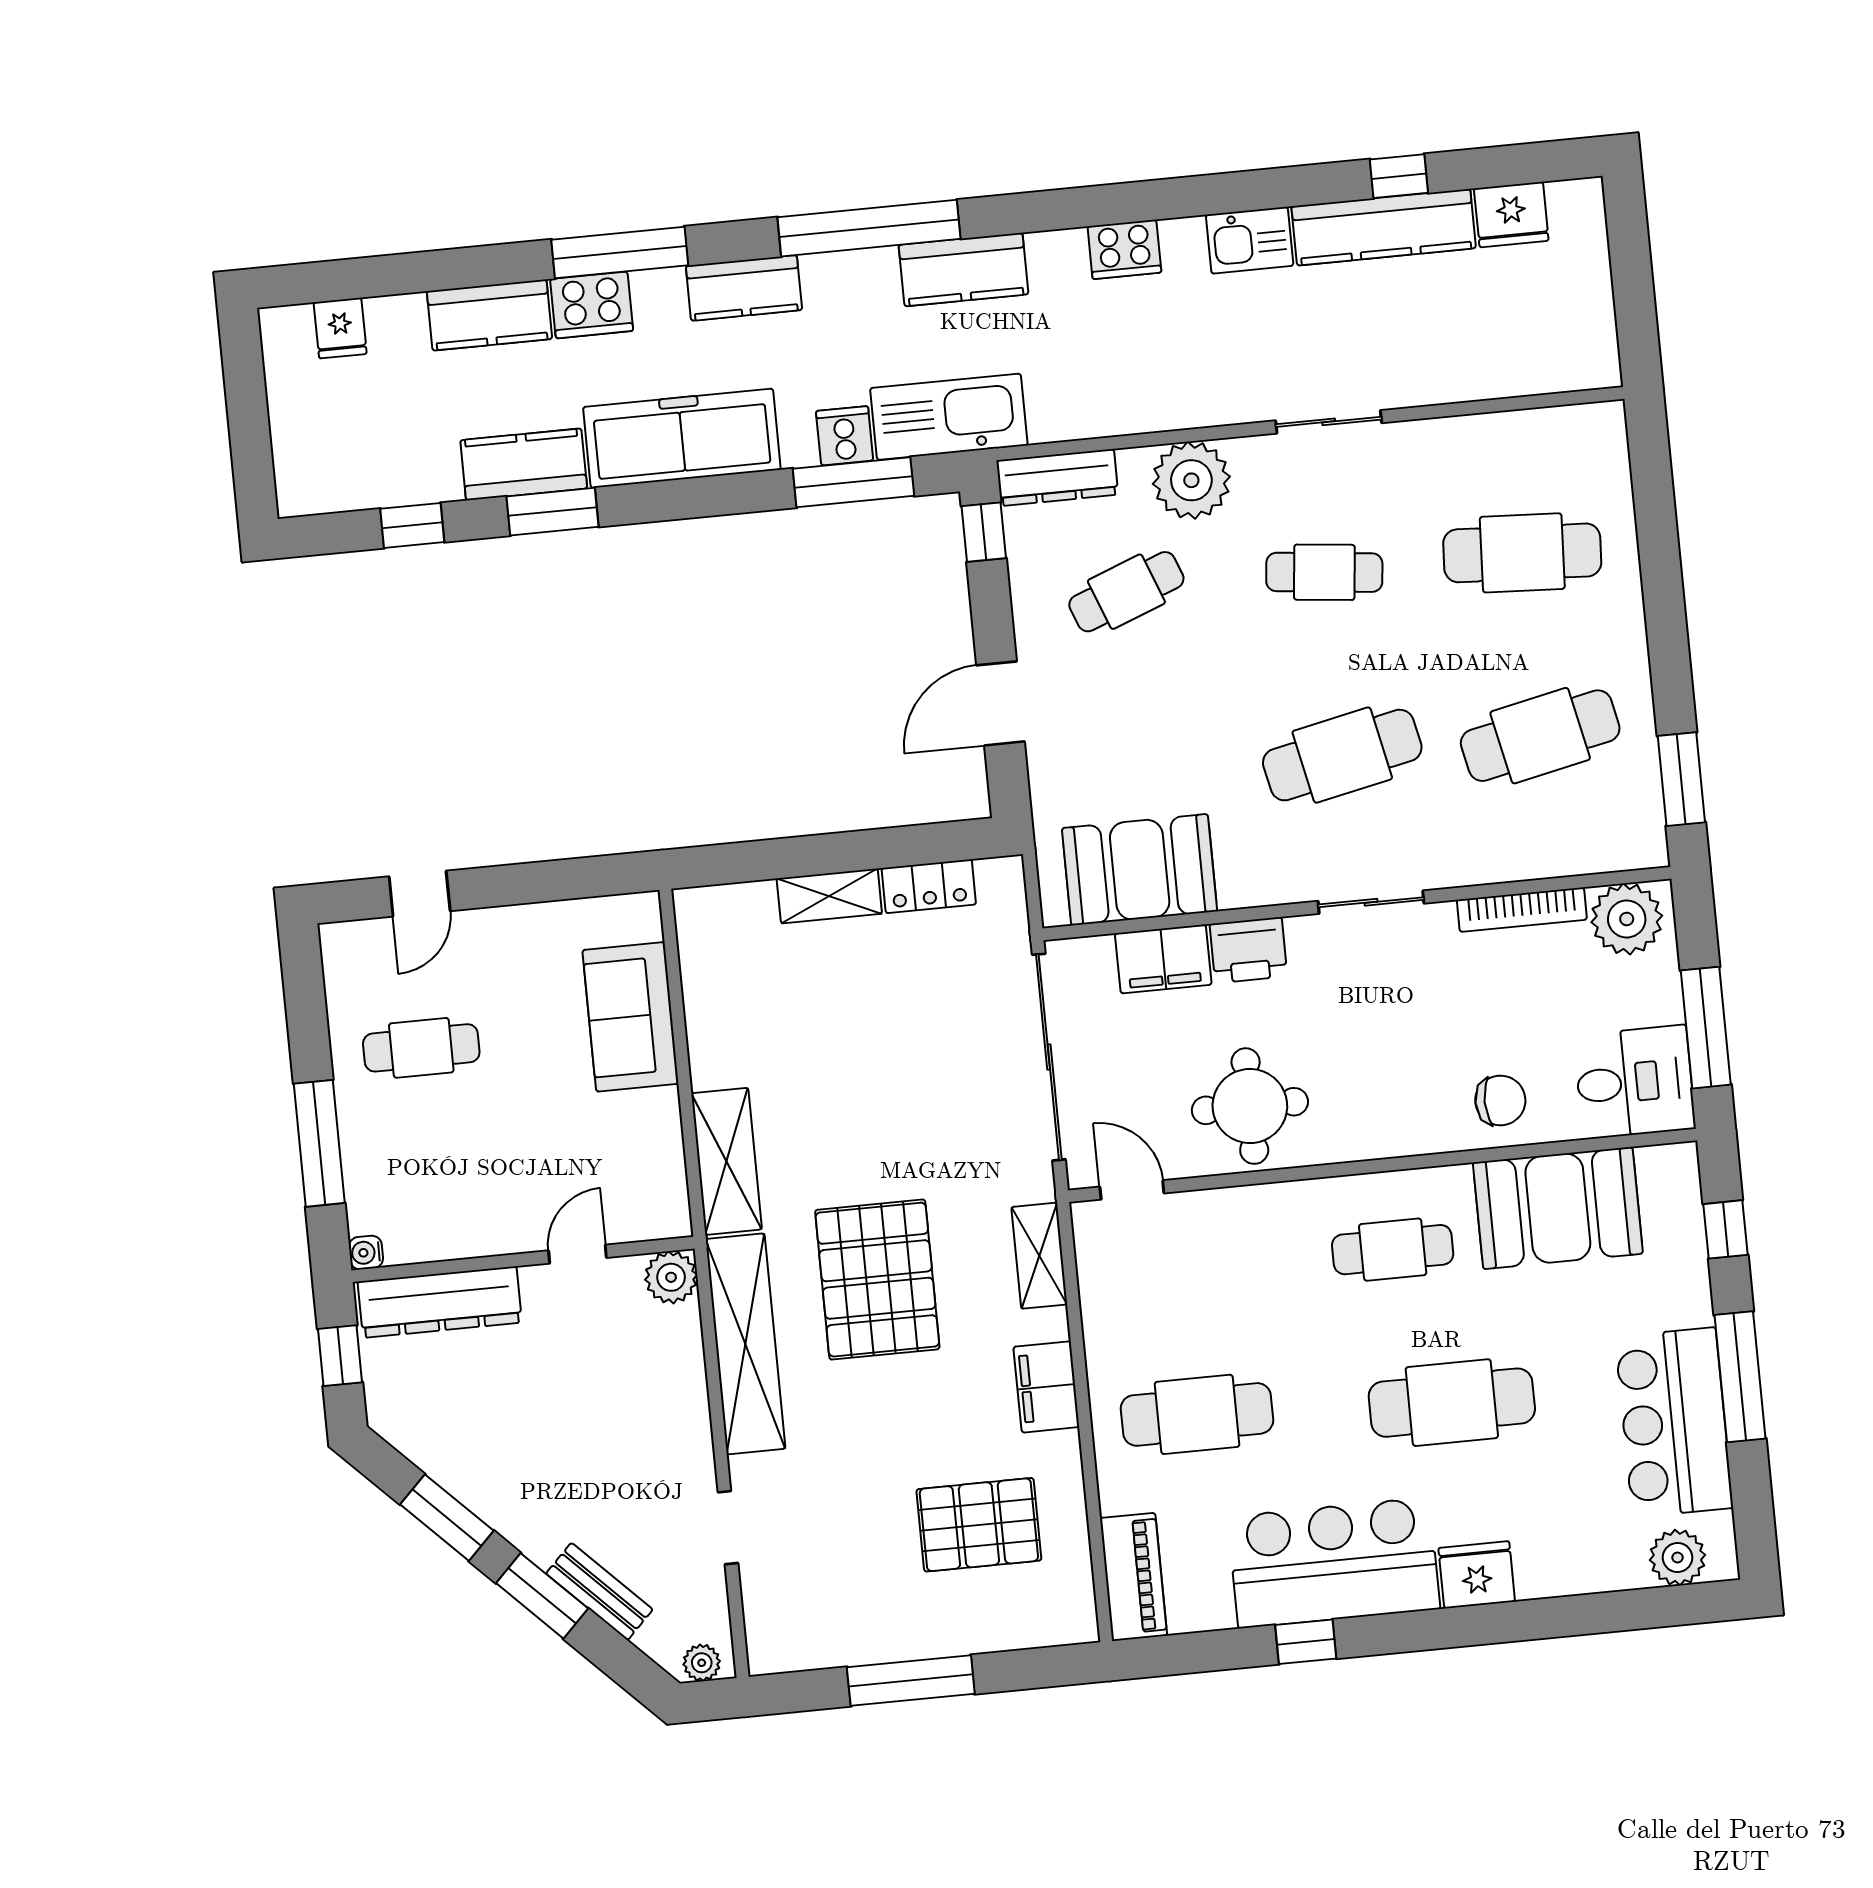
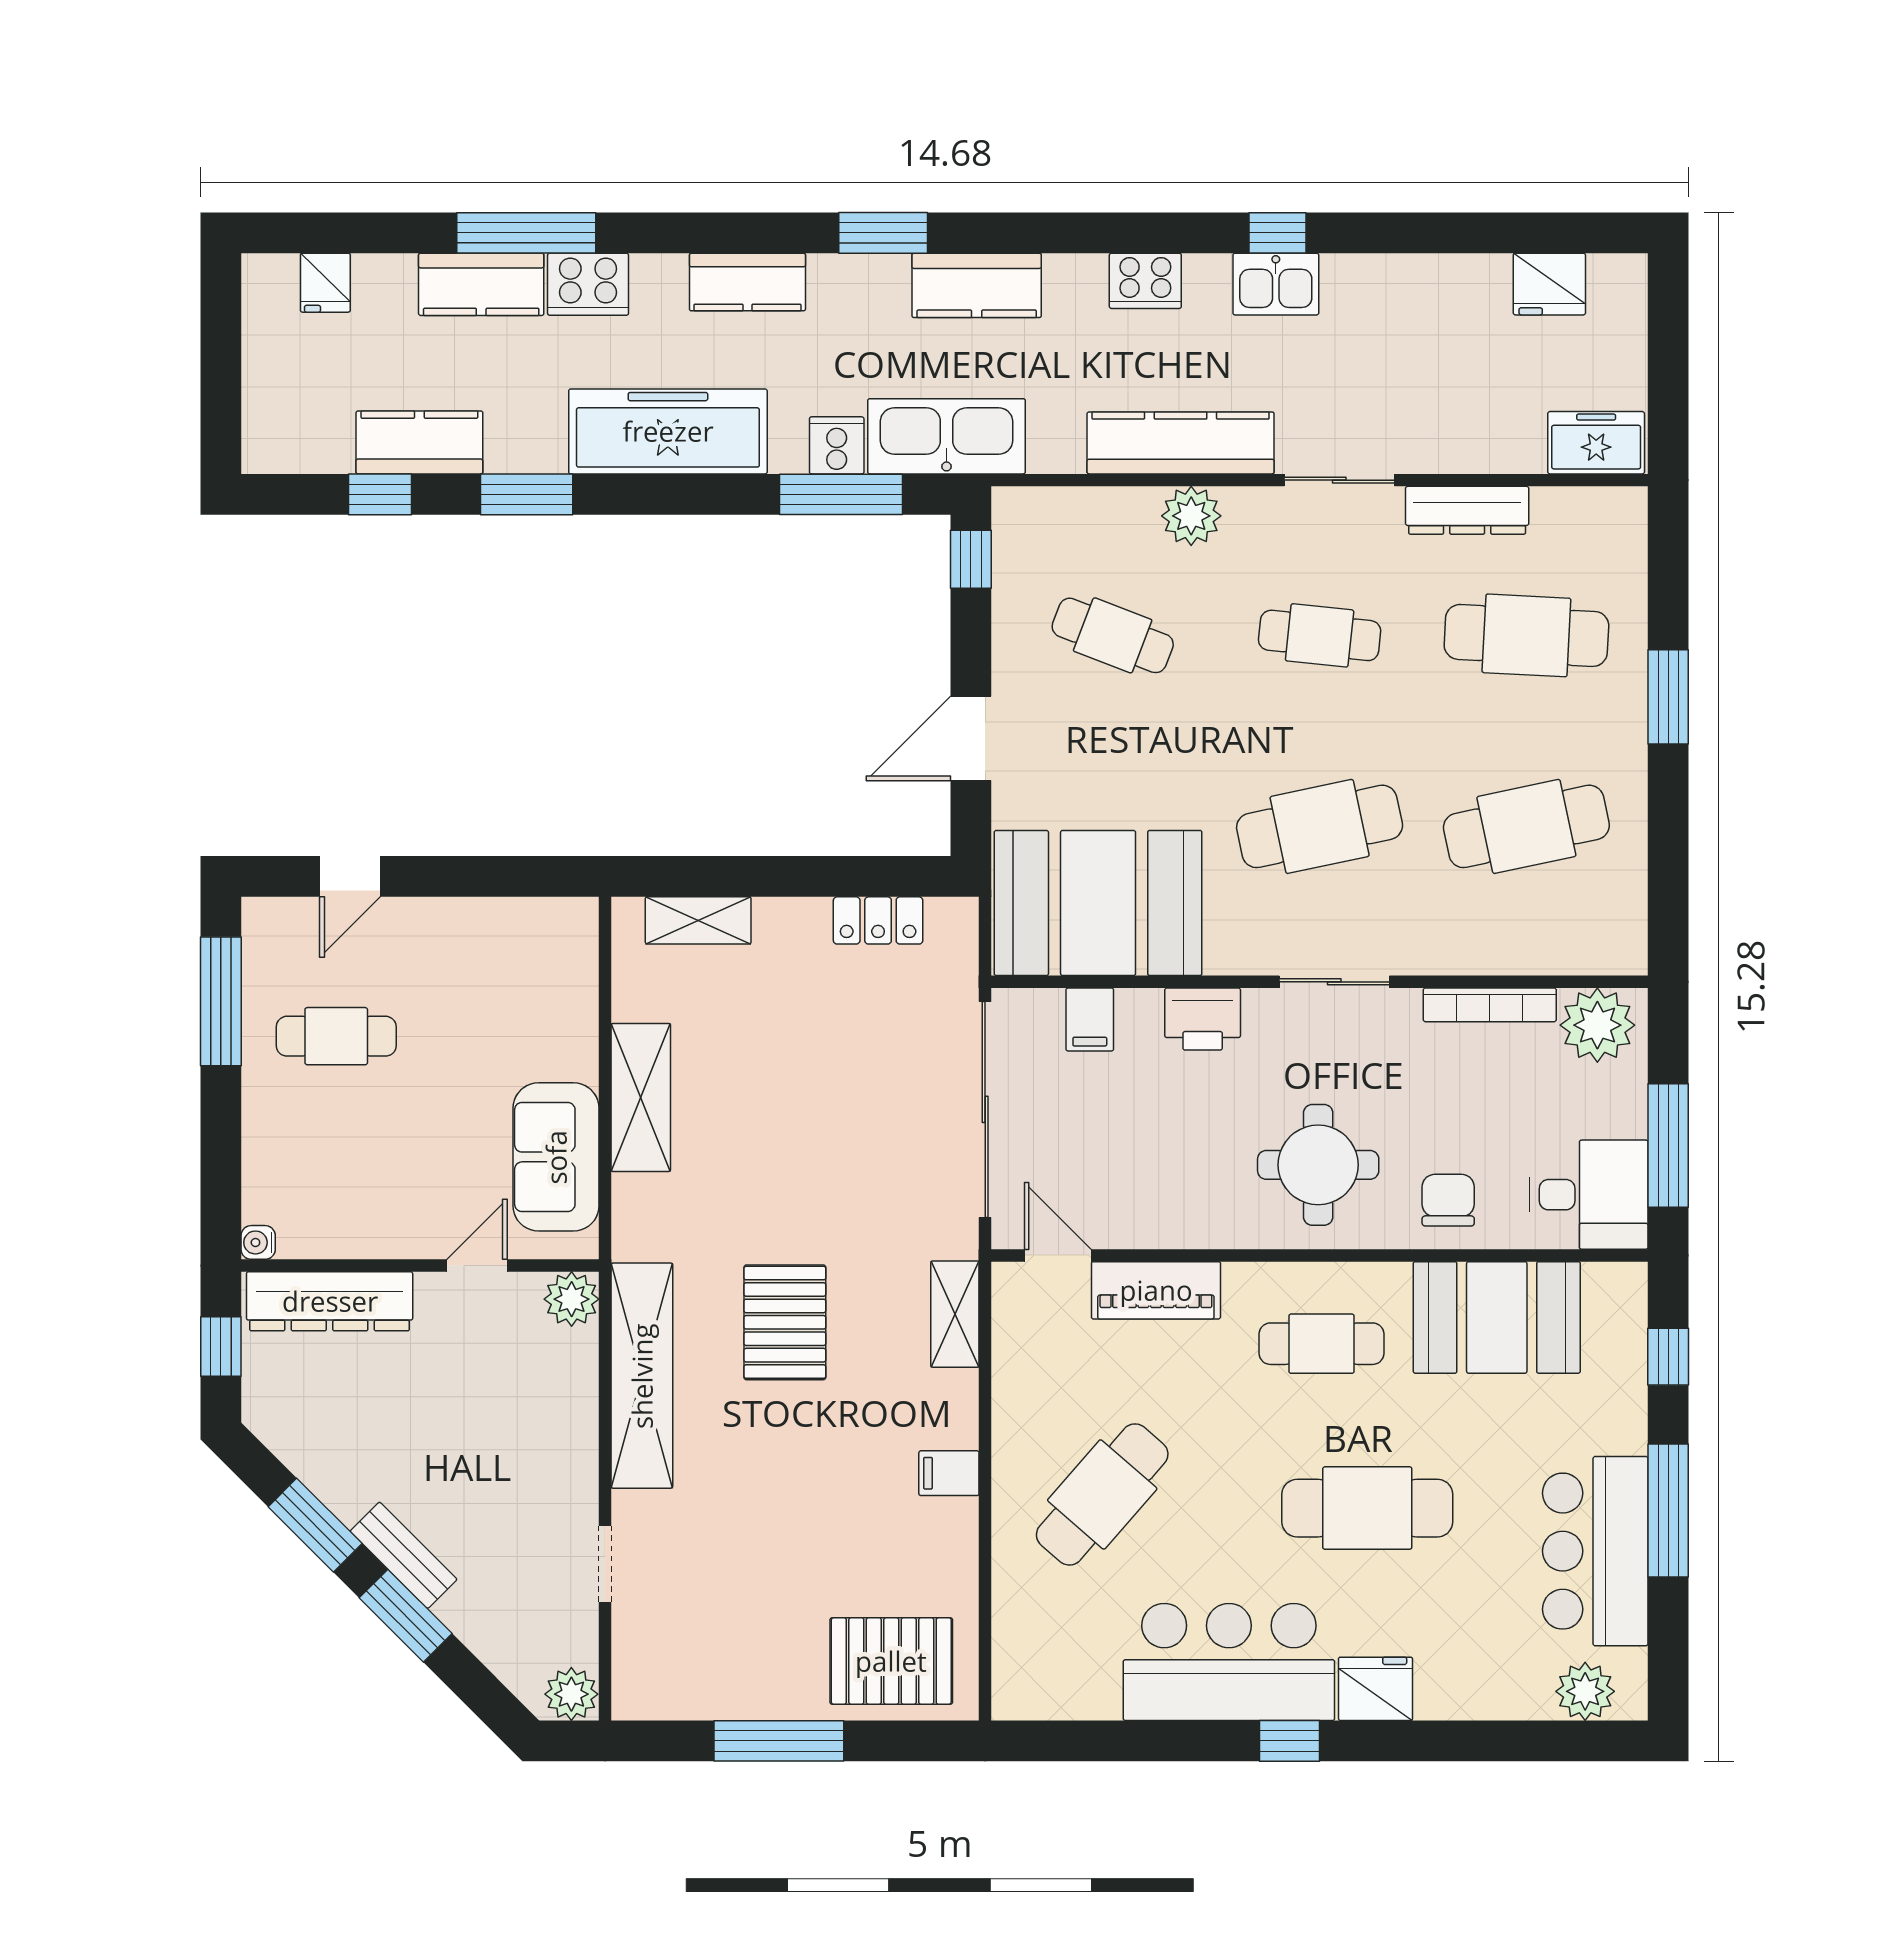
window: (1399, 176) -> (1277, 233), moved
kitchen counter: (1384, 227) -> (1181, 443), moved, turned 180
window: (869, 228) -> (883, 233), width x0.47
window: (620, 253) -> (526, 233), moved
freezer: (1571, 362) -> (1596, 443), added
kitchen counter: (524, 464) -> (419, 442), moved
dresser: (1057, 478) -> (1467, 510), moved
plant: (1191, 480) -> (1191, 516), width x0.73, depth x0.73
cafe table: (1126, 592) -> (1113, 635), turned 42
window: (1681, 779) -> (1668, 697), moved
booth: (1140, 870) -> (1098, 903), width x1.36, depth x1.42
shelving: (829, 896) -> (698, 920), moved
filing cabinet: (1163, 959) -> (1090, 1019), width x0.50
sofa: (630, 1017) -> (556, 1157), moved
chair: (1500, 1100) -> (1448, 1200), turned -90
round table: (1250, 1106) -> (1318, 1165), moved
window: (319, 1143) -> (221, 1001), moved
shelving: (727, 1161) -> (641, 1097), moved
pallet: (877, 1280) -> (785, 1322), width x0.73, depth x0.71
filing cabinet: (1046, 1387) -> (949, 1473), width x0.50
cafe table: (1197, 1414) -> (1102, 1494), turned -49
pallet: (979, 1525) -> (891, 1661), moved
piano: (1134, 1577) -> (1156, 1290), moved, turned 90
bench: (599, 1591) -> (404, 1555), moved
window: (1306, 1642) -> (1290, 1741), moved
plant: (702, 1663) -> (571, 1694), width x1.38, depth x1.38

